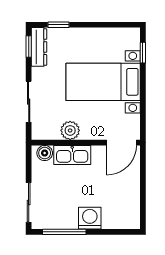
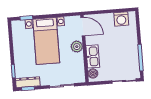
plant: (70, 130) -> (77, 47), moved
washing machine: (90, 218) -> (121, 19), moved, turned -90

